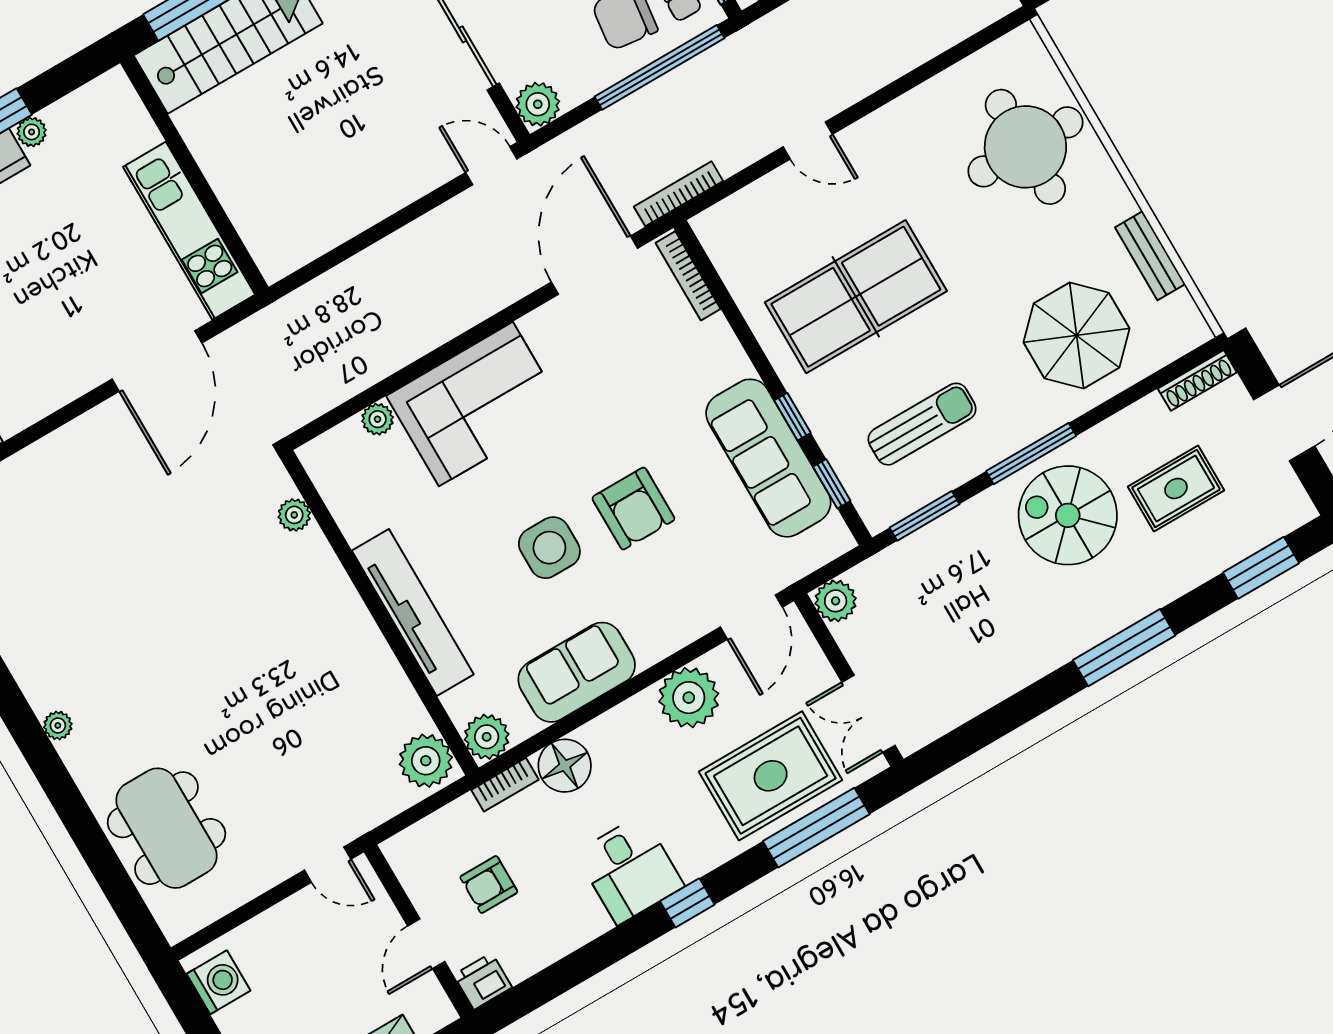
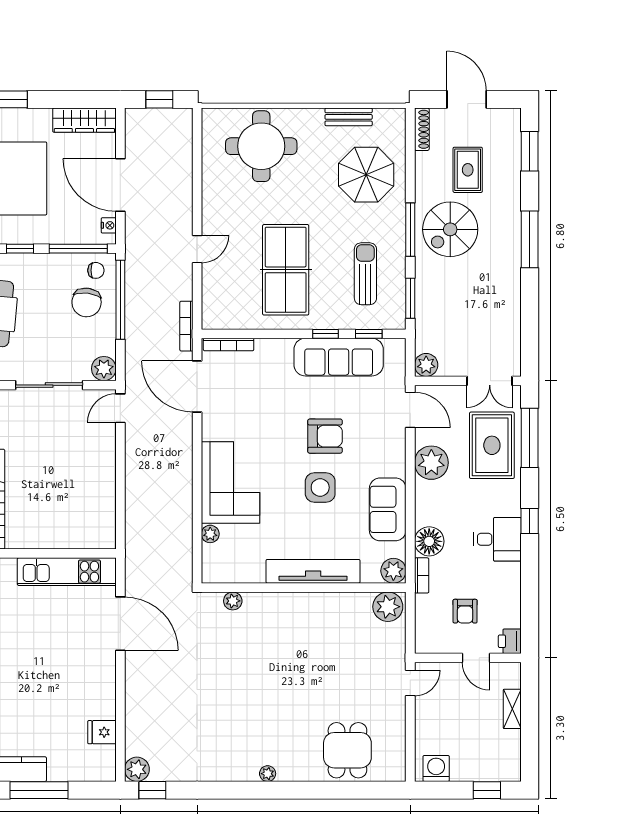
dining table: (166, 828) -> (347, 750), width x0.73

